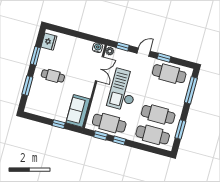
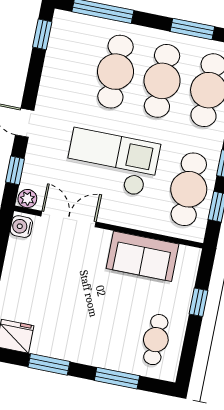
window: (164, 58) -> (42, 34), moved
cafe table: (169, 74) -> (115, 72), moved
cafe table: (53, 76) -> (156, 340), moved
checkout: (123, 90) -> (112, 163), turned 180
sofa: (78, 111) -> (143, 256), moved

